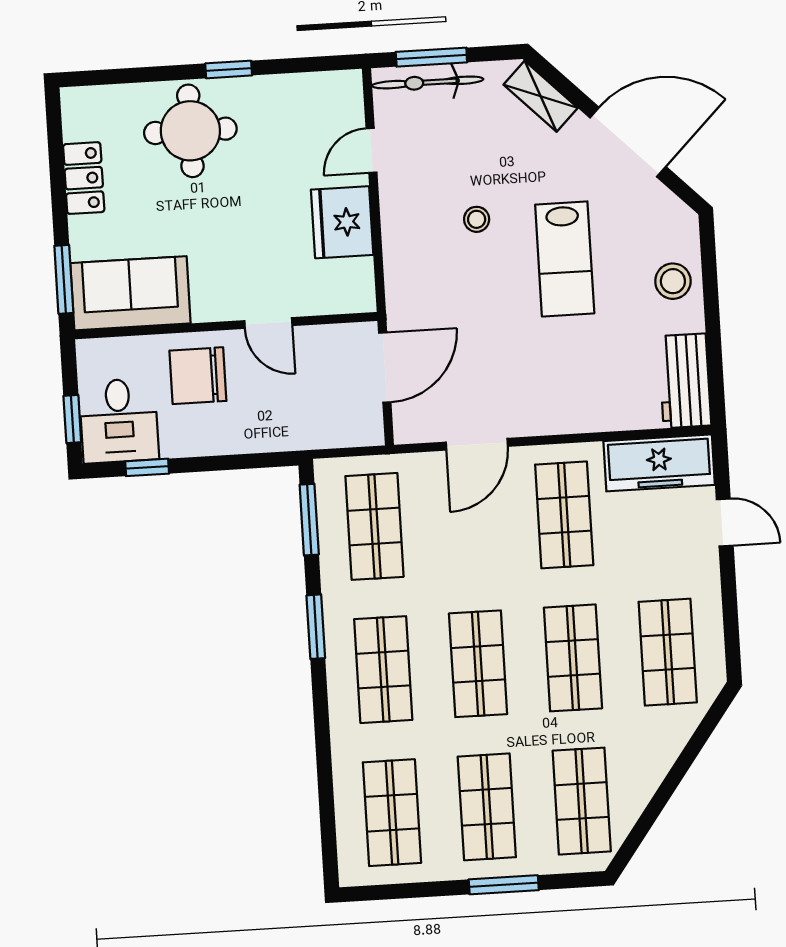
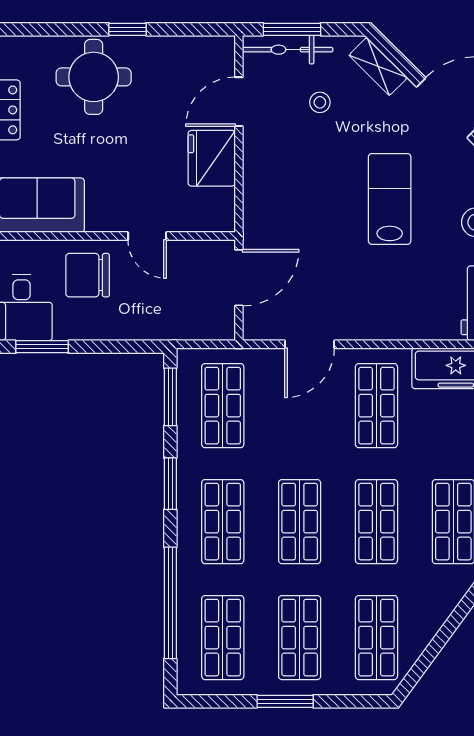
door: (371, 150) -> (239, 102), width x1.38
stool: (477, 219) -> (320, 102), moved
lab bench: (565, 259) -> (390, 199), turned 180
window: (147, 467) -> (42, 347), width x1.50
window: (325, 774) -> (170, 603), added
window: (504, 885) -> (285, 701), moved

